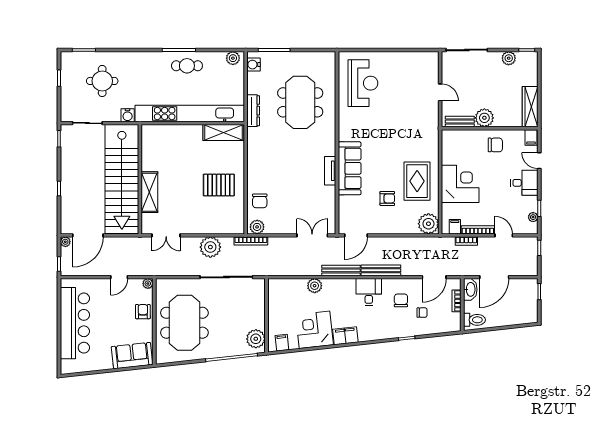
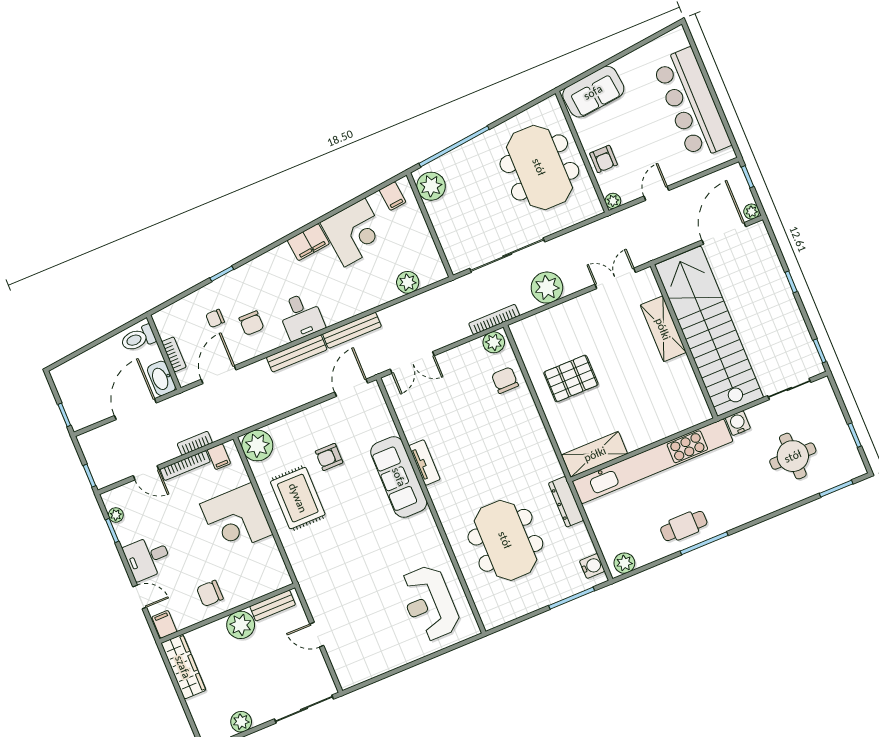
plant: (315, 286) -> (408, 282), moved

